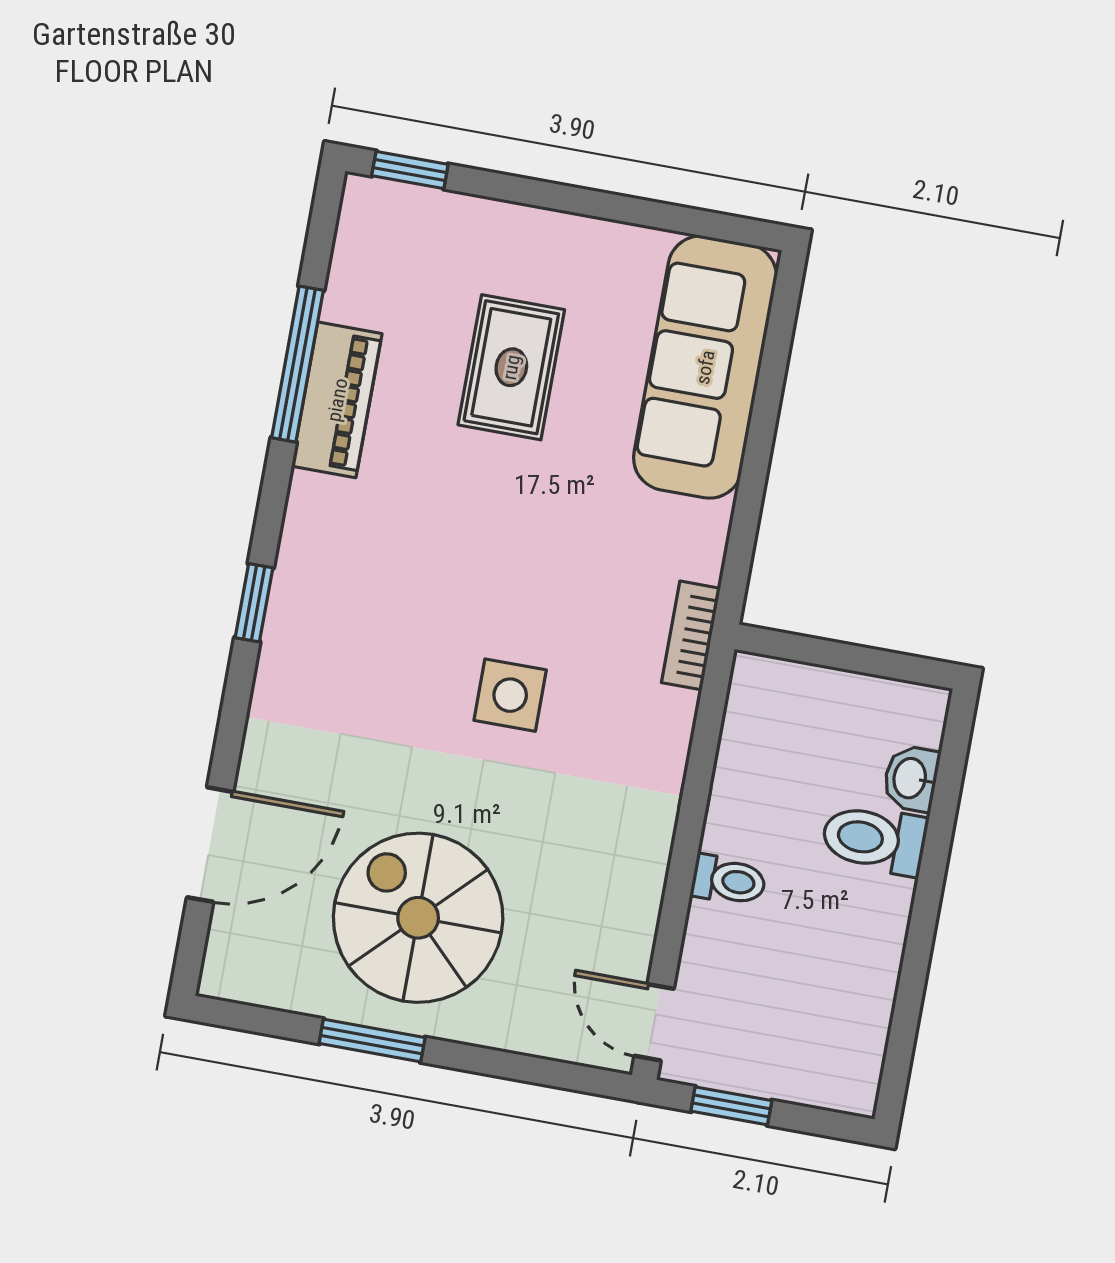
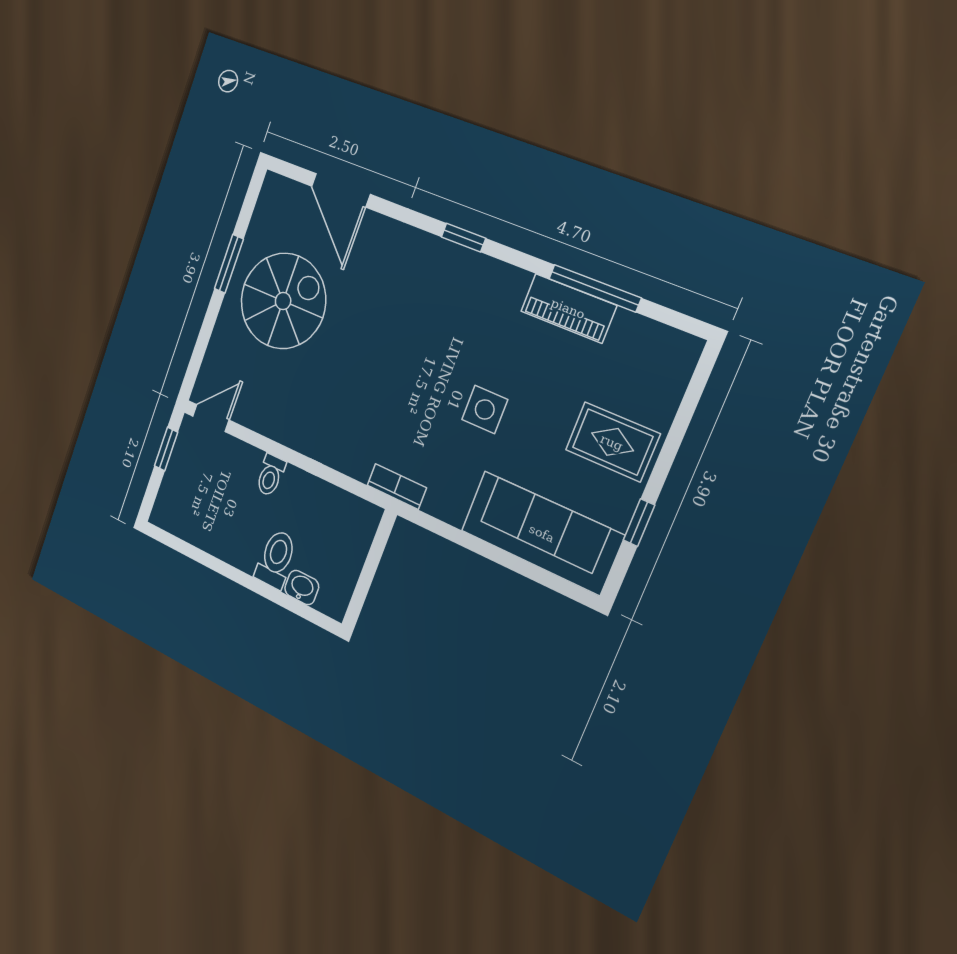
window: (410, 170) -> (639, 523), moved
rug: (511, 367) -> (612, 442), moved
side table: (510, 695) -> (485, 409), moved

